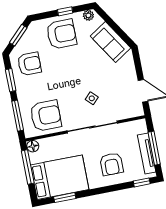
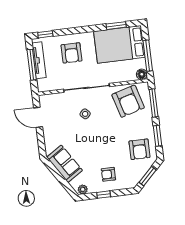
armchair: (61, 34) -> (108, 174), width x0.53, depth x0.53
armchair: (29, 64) -> (140, 149), turned -90
armchair: (46, 116) -> (128, 101), turned -106
armchair: (112, 164) -> (71, 53), turned 180

